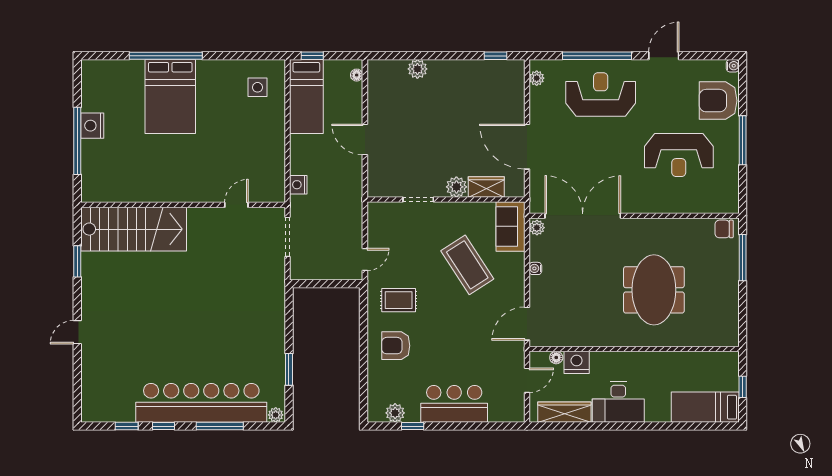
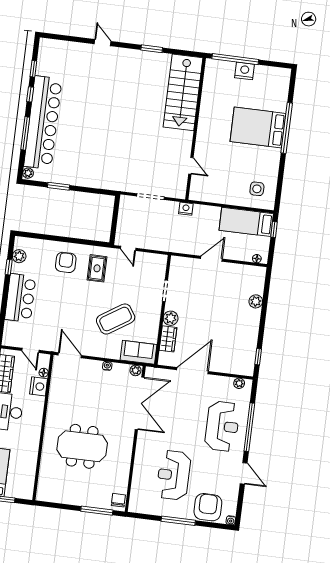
wall: (183, 205) -> (195, 129), moved
door: (236, 205) -> (191, 166), moved
stairs: (134, 229) -> (183, 92), moved

